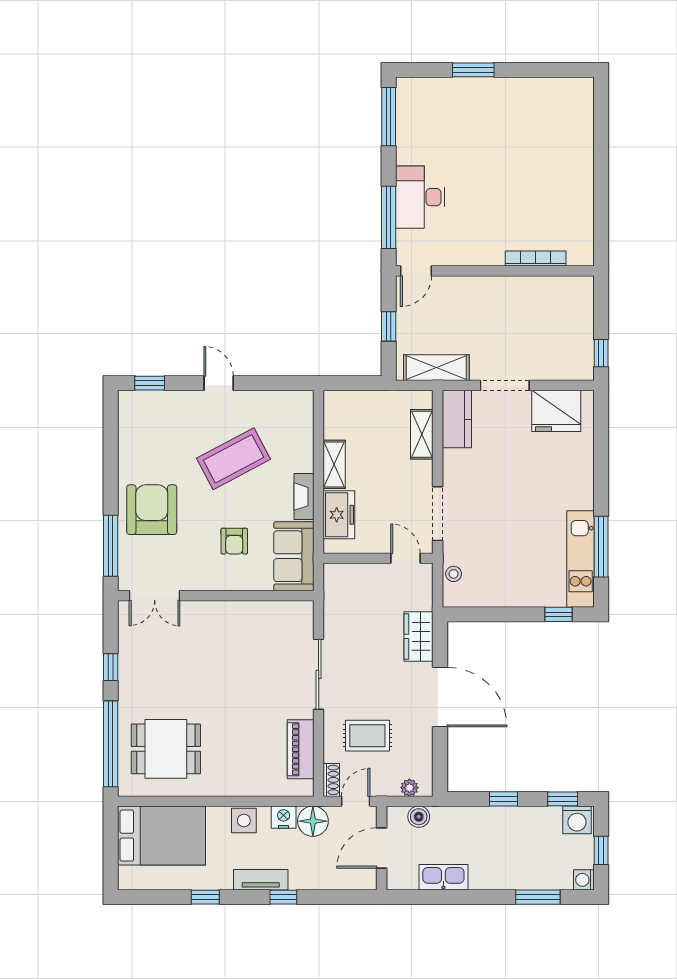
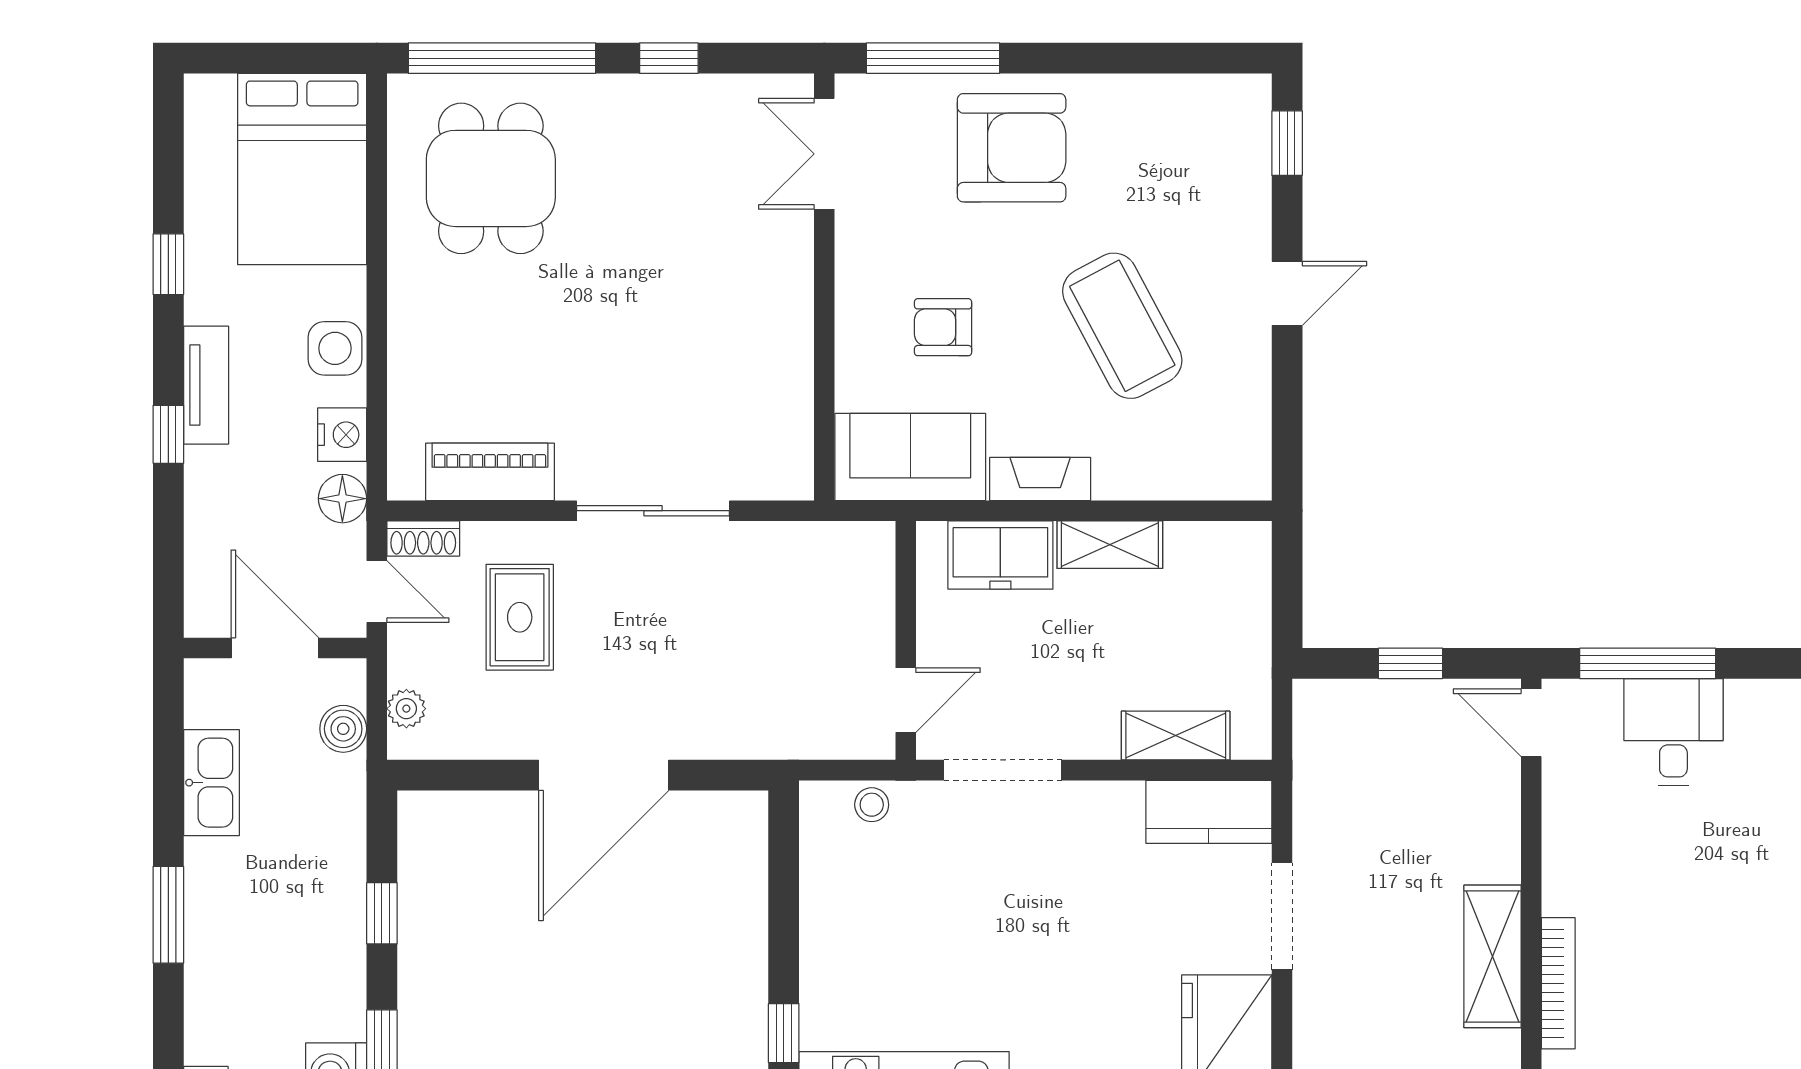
desk: (420, 197) -> (1673, 732), width x0.73
shelving: (436, 368) -> (1493, 956), moved
wardrobe: (419, 636) -> (735, 728), removed
floor lamp: (313, 821) -> (342, 499), width x0.73, depth x0.73
window: (538, 897) -> (168, 915), moved

